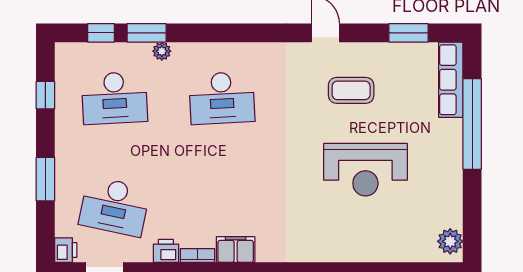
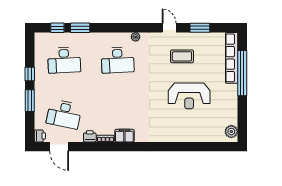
window: (408, 33) -> (200, 28), moved
plant: (162, 51) -> (136, 37), moved
row of seats: (451, 80) -> (232, 58), width x1.36
window: (45, 95) -> (30, 74), moved

